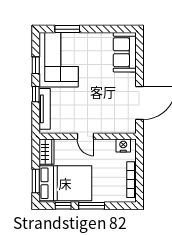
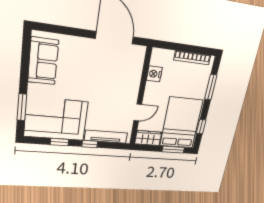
sofa: (125, 52) -> (43, 61), moved, turned -90
door: (85, 136) -> (138, 112), moved
nightstand: (123, 146) -> (154, 74), moved
window: (92, 206) -> (211, 87), moved

